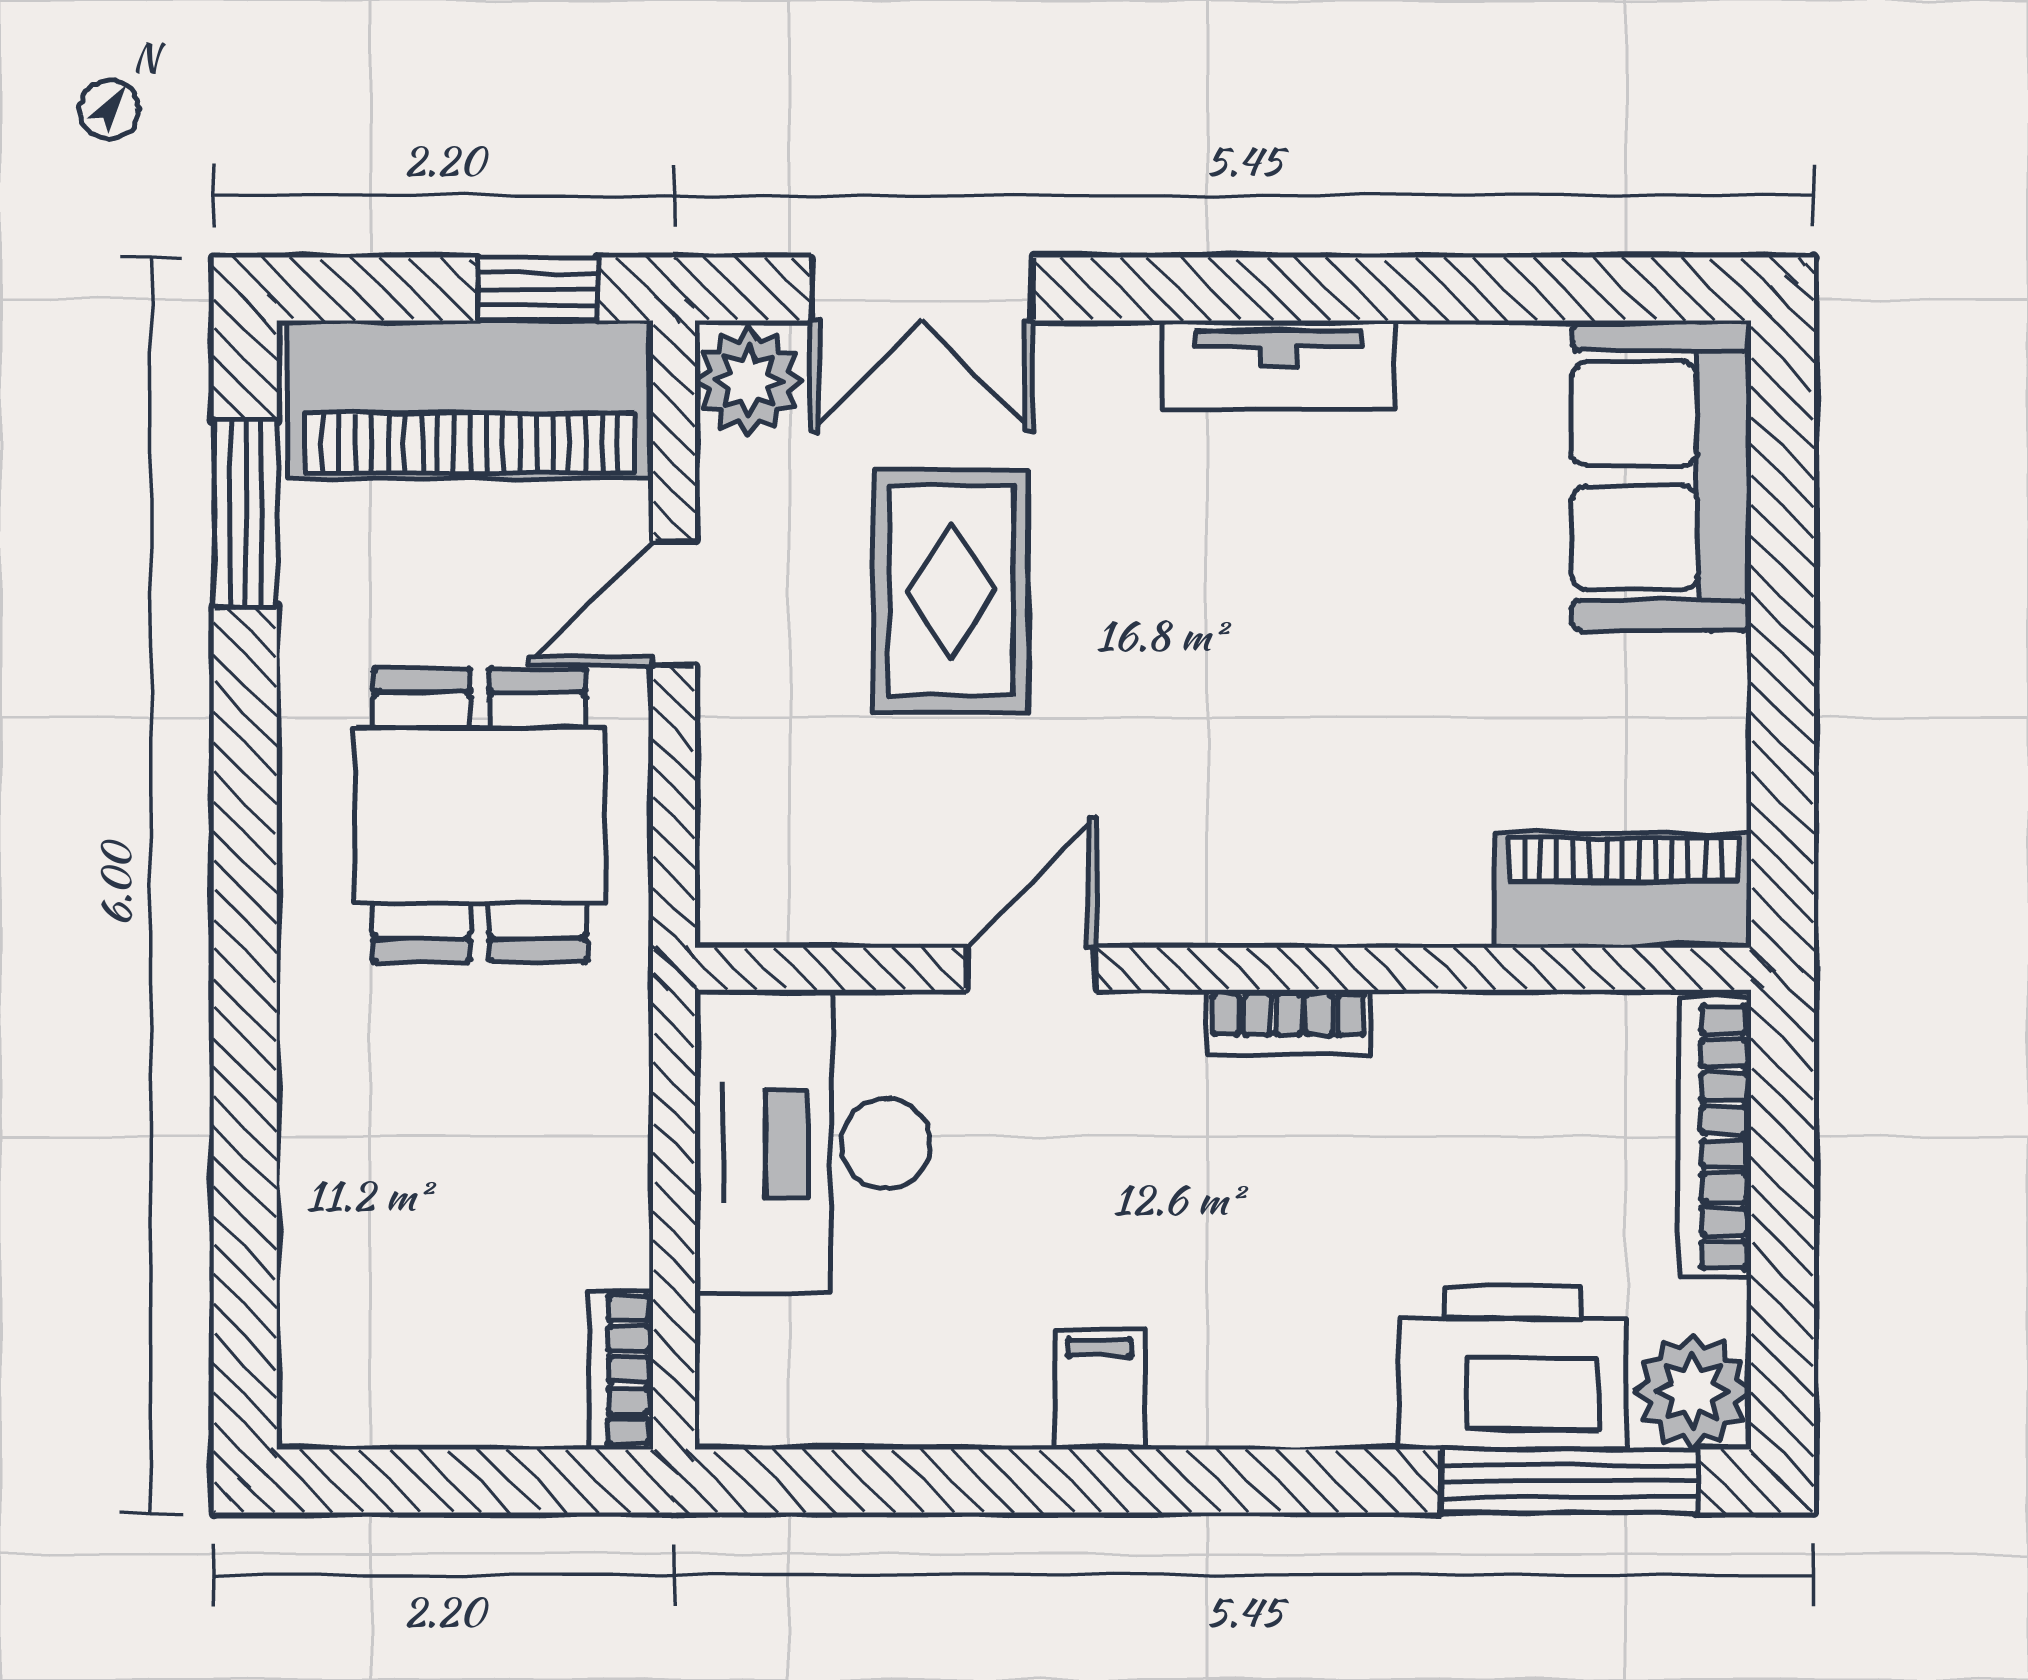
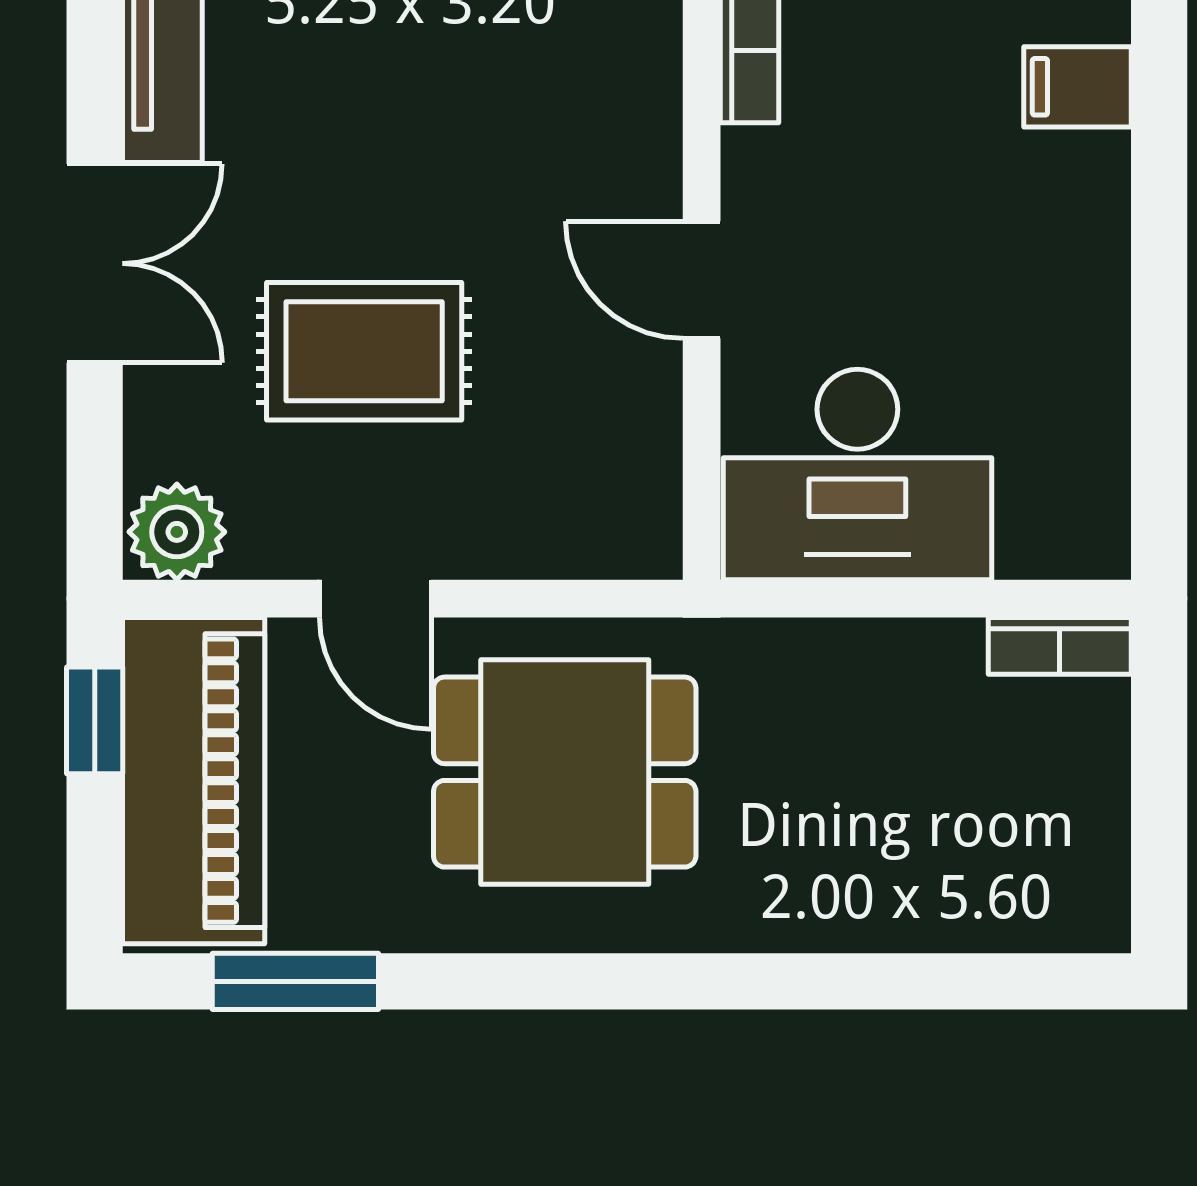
double door: (922, 289) -> (95, 263), moved
filing cabinet: (1100, 1390) -> (1077, 87), moved

